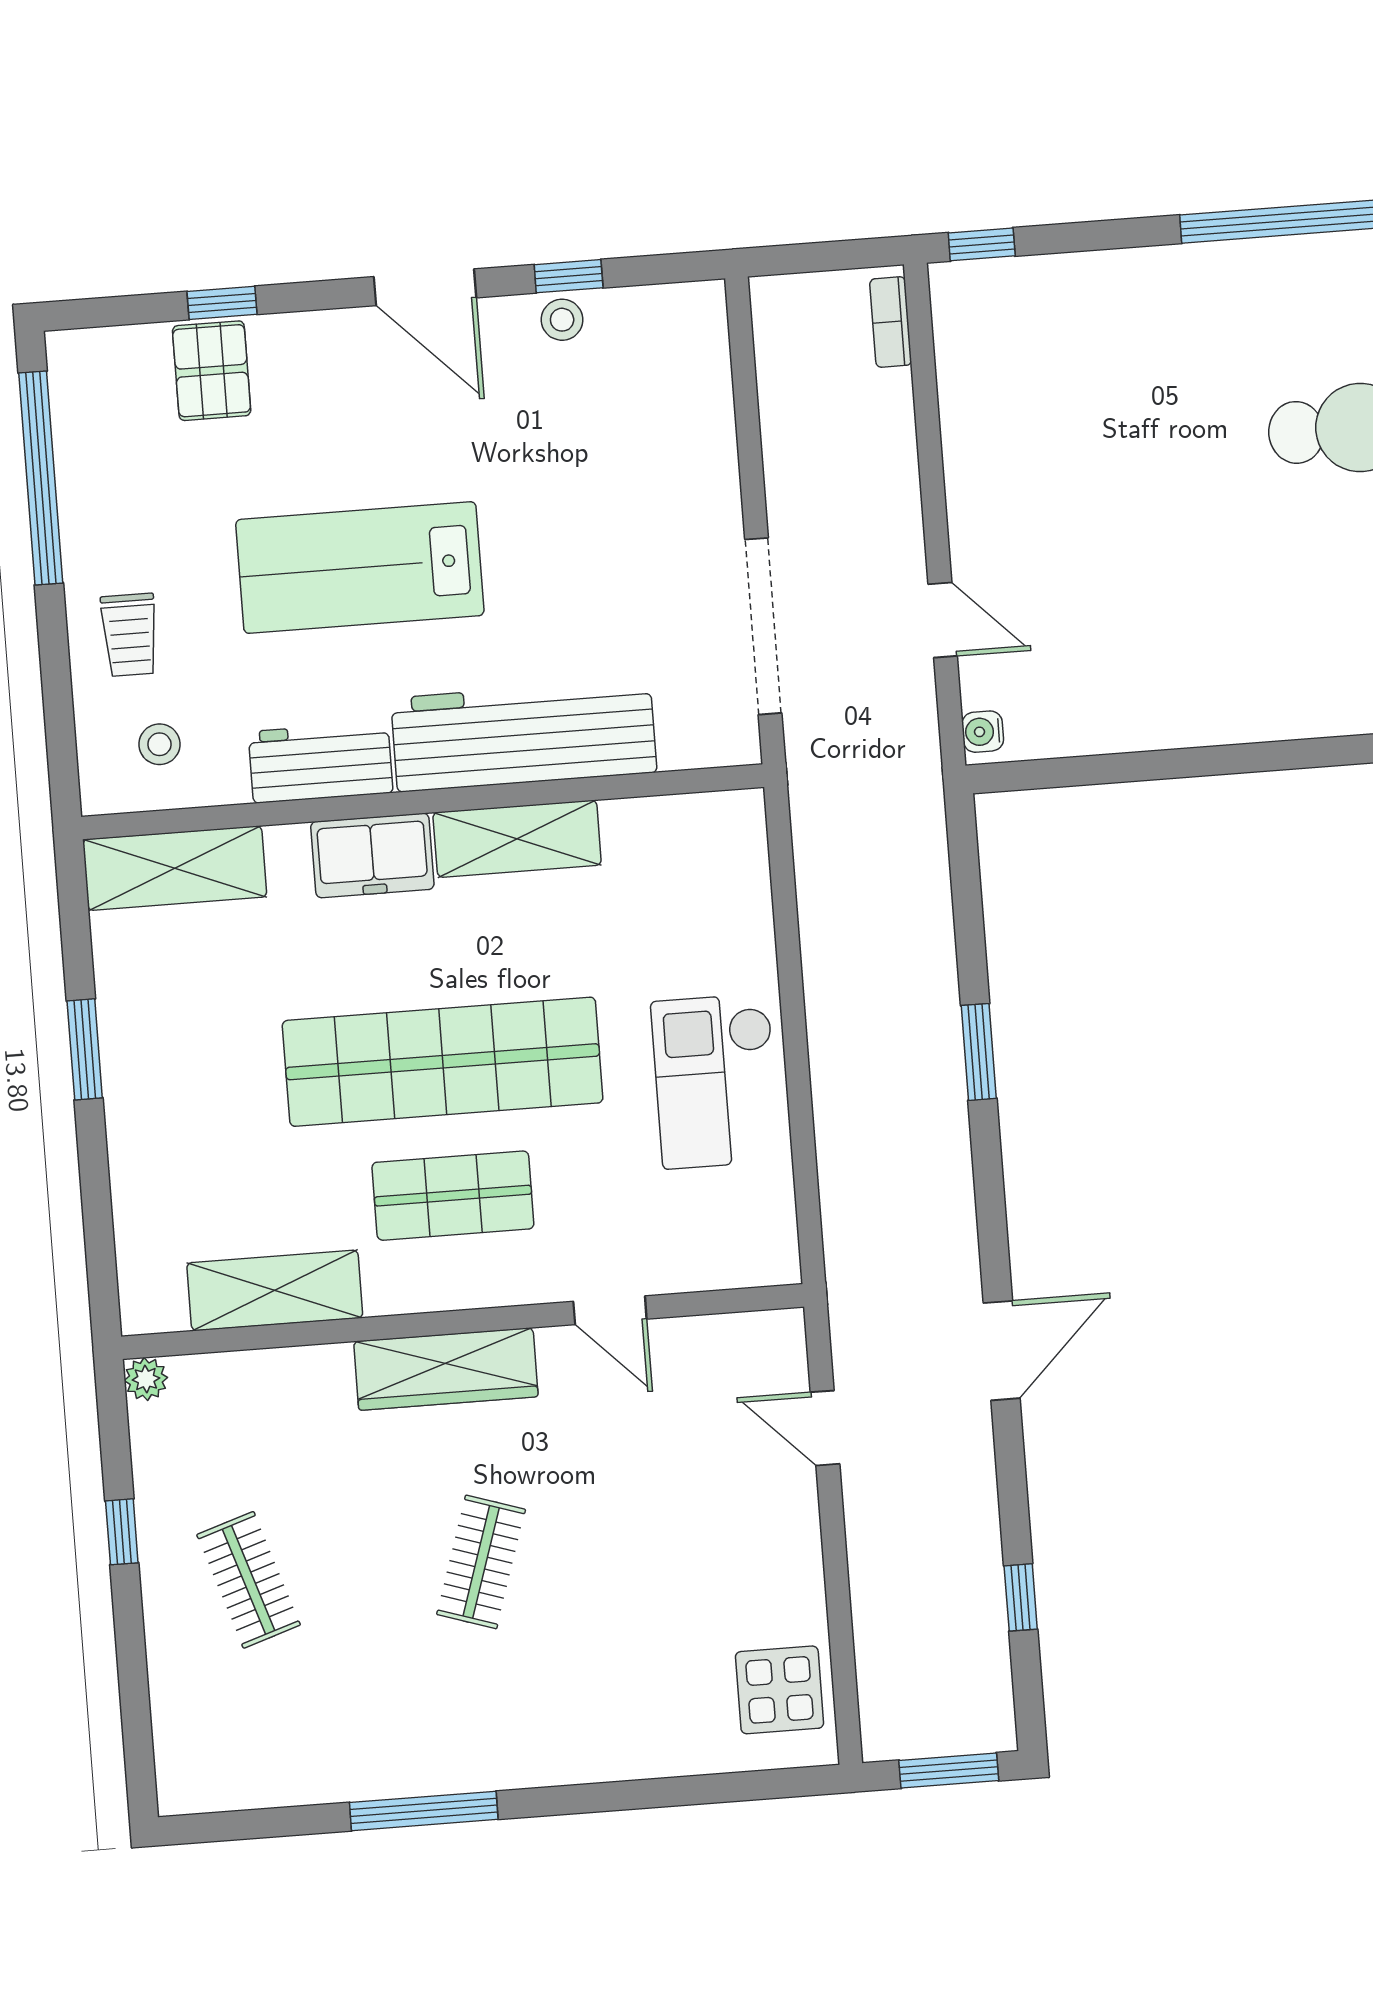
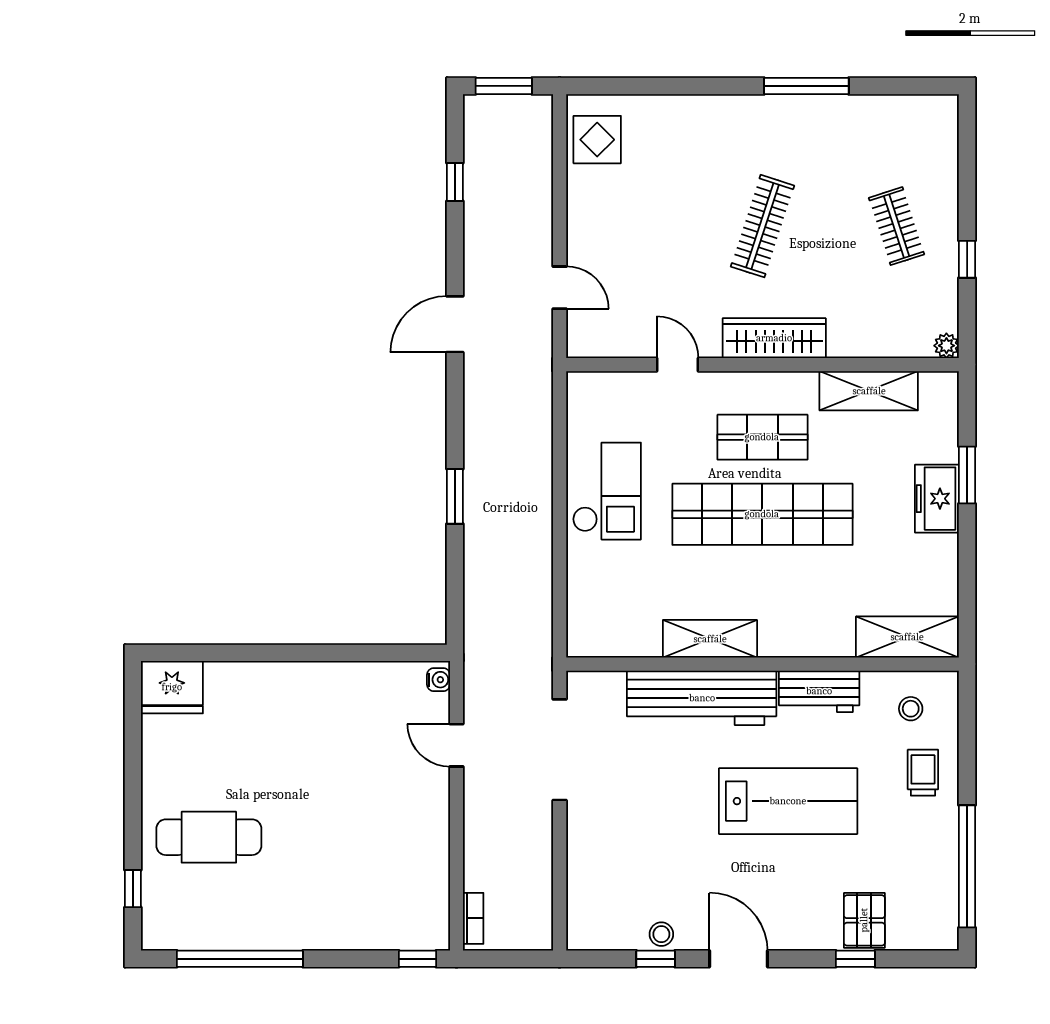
freezer: (372, 855) -> (937, 499), moved, turned -90
window: (85, 1049) -> (967, 475), moved
clothes rail: (481, 1562) -> (762, 226), width x1.36

